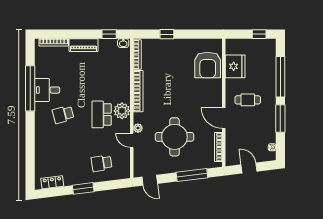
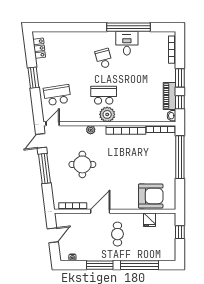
window: (83, 34) -> (180, 78), added
window: (167, 34) -> (180, 157), width x3.17
window: (259, 34) -> (180, 232), moved
piano: (84, 45) -> (170, 96), moved
armchair: (208, 65) -> (151, 196), turned 180
fridge: (235, 66) -> (149, 220), width x0.53, depth x0.75
round table: (174, 137) -> (82, 164), width x0.73, depth x0.73
door: (132, 140) -> (53, 124), moved
school desk: (102, 163) -> (57, 95), width x1.85
window: (192, 175) -> (45, 168), moved

